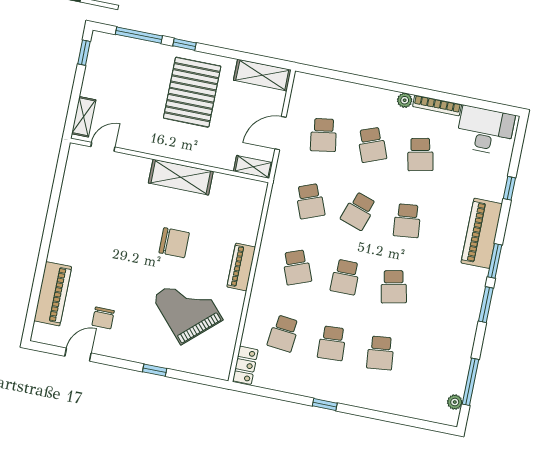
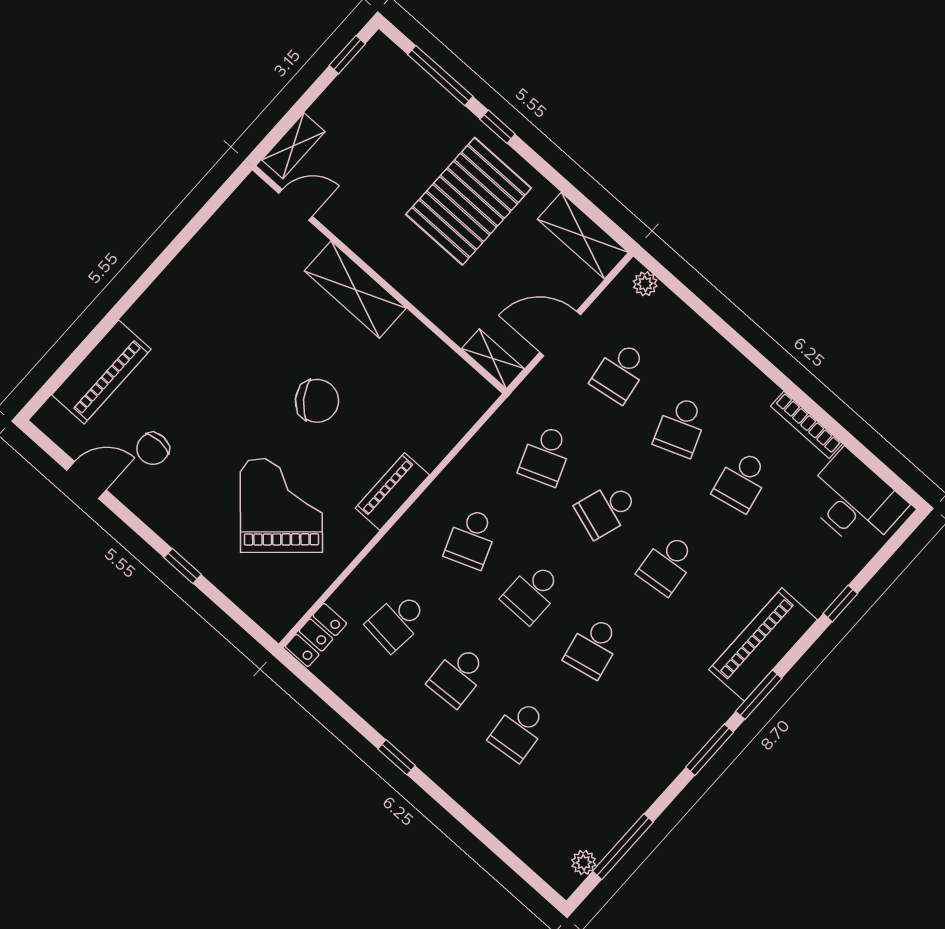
plant: (405, 100) -> (645, 284), moved
shelving: (181, 177) -> (355, 290), moved
chair: (174, 243) -> (317, 401), turned -36

